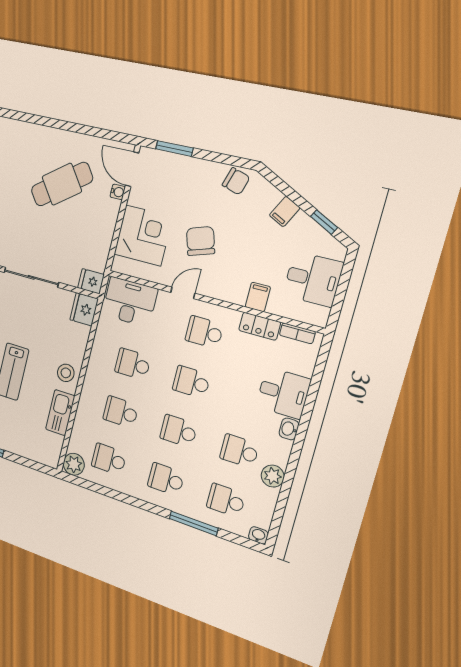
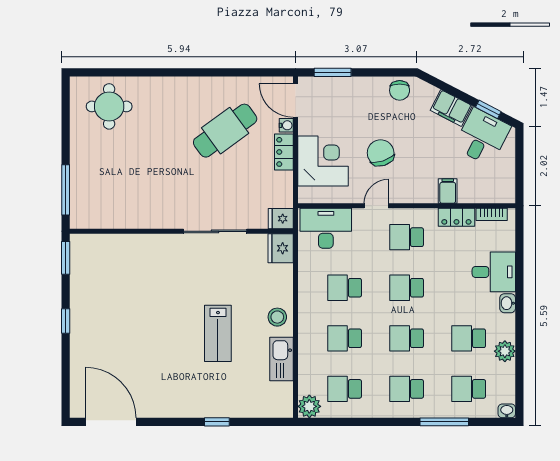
chair: (236, 181) -> (400, 90), turned 73
filing cabinet: (285, 211) -> (451, 108), width x2.00
locker: (109, 218) -> (284, 152), added
desk: (313, 279) -> (482, 137), moved, turned -63

